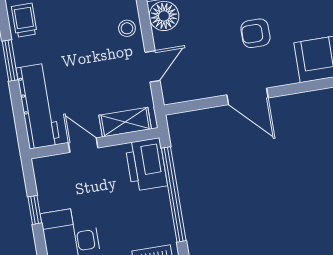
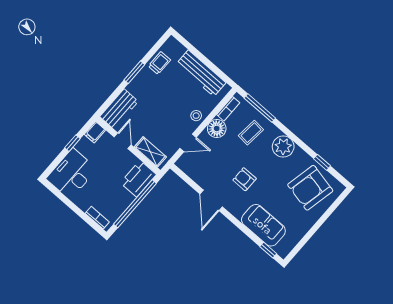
workbench: (38, 106) -> (119, 109), width x0.73
filing cabinet: (44, 171) -> (95, 132), added

